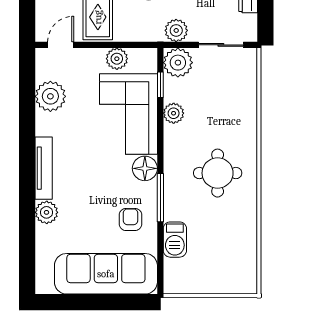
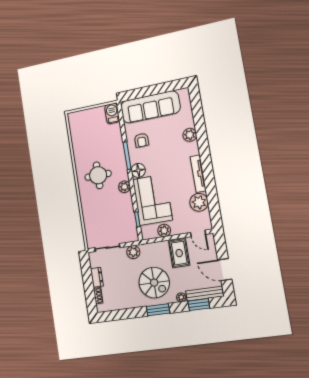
door: (61, 45) -> (198, 233), hinge flipped
plant: (178, 63) -> (129, 234), removed
plant: (174, 113) -> (125, 187), moved
tv unit: (44, 168) -> (198, 174), moved
barbecue: (175, 240) -> (112, 113), moved

